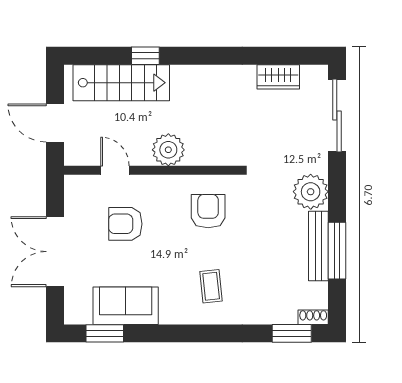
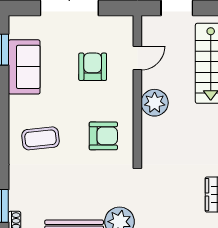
coffee table: (211, 286) -> (41, 138), width x1.36, depth x1.30

